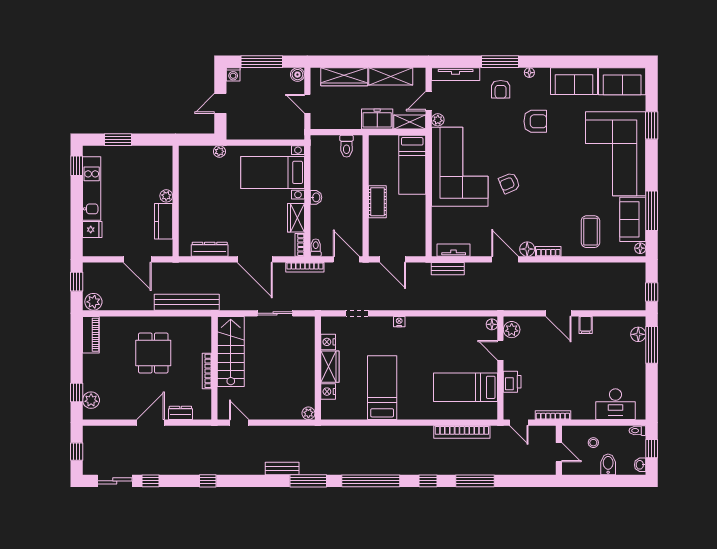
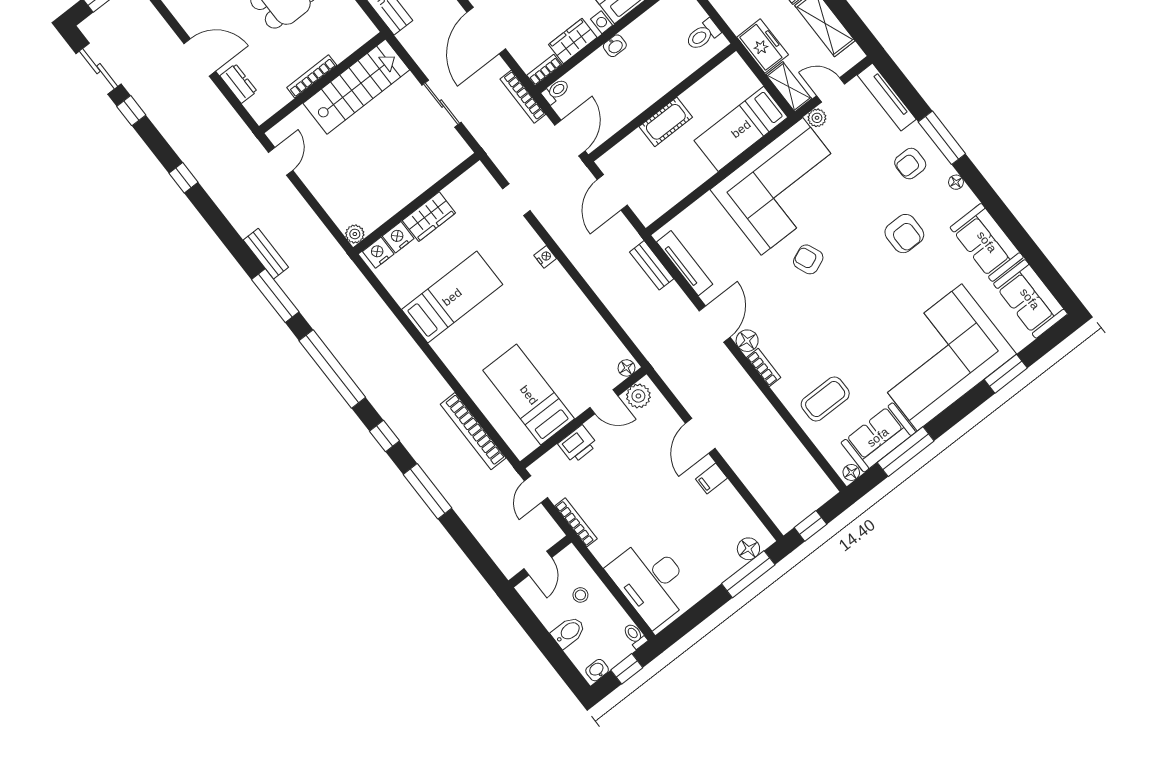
tv unit: (454, 250) -> (685, 263), width x1.41
nightstand: (328, 342) -> (378, 253), moved
door: (500, 350) -> (604, 402), swing flipped
desk: (615, 404) -> (651, 582), width x1.36, depth x1.30

